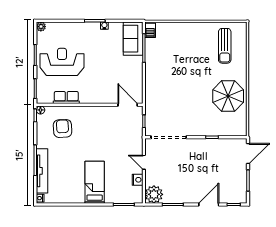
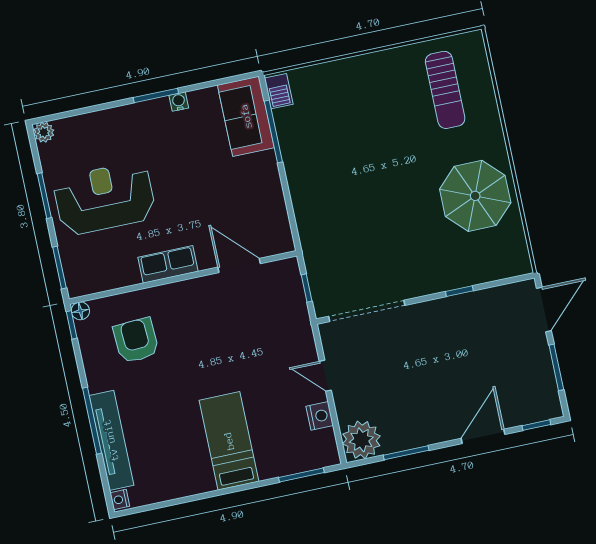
row of seats: (66, 97) -> (168, 264), moved
door: (128, 105) -> (239, 265), moved

